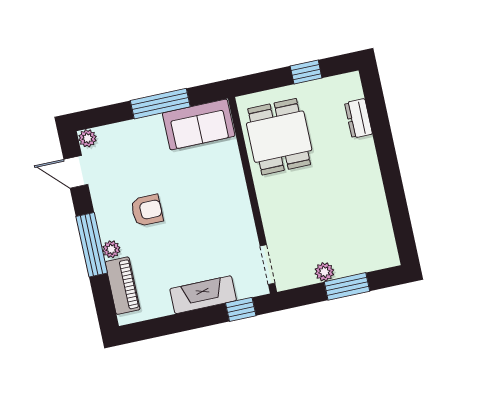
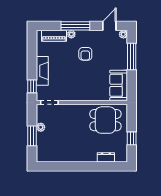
window: (160, 104) -> (132, 56), moved

